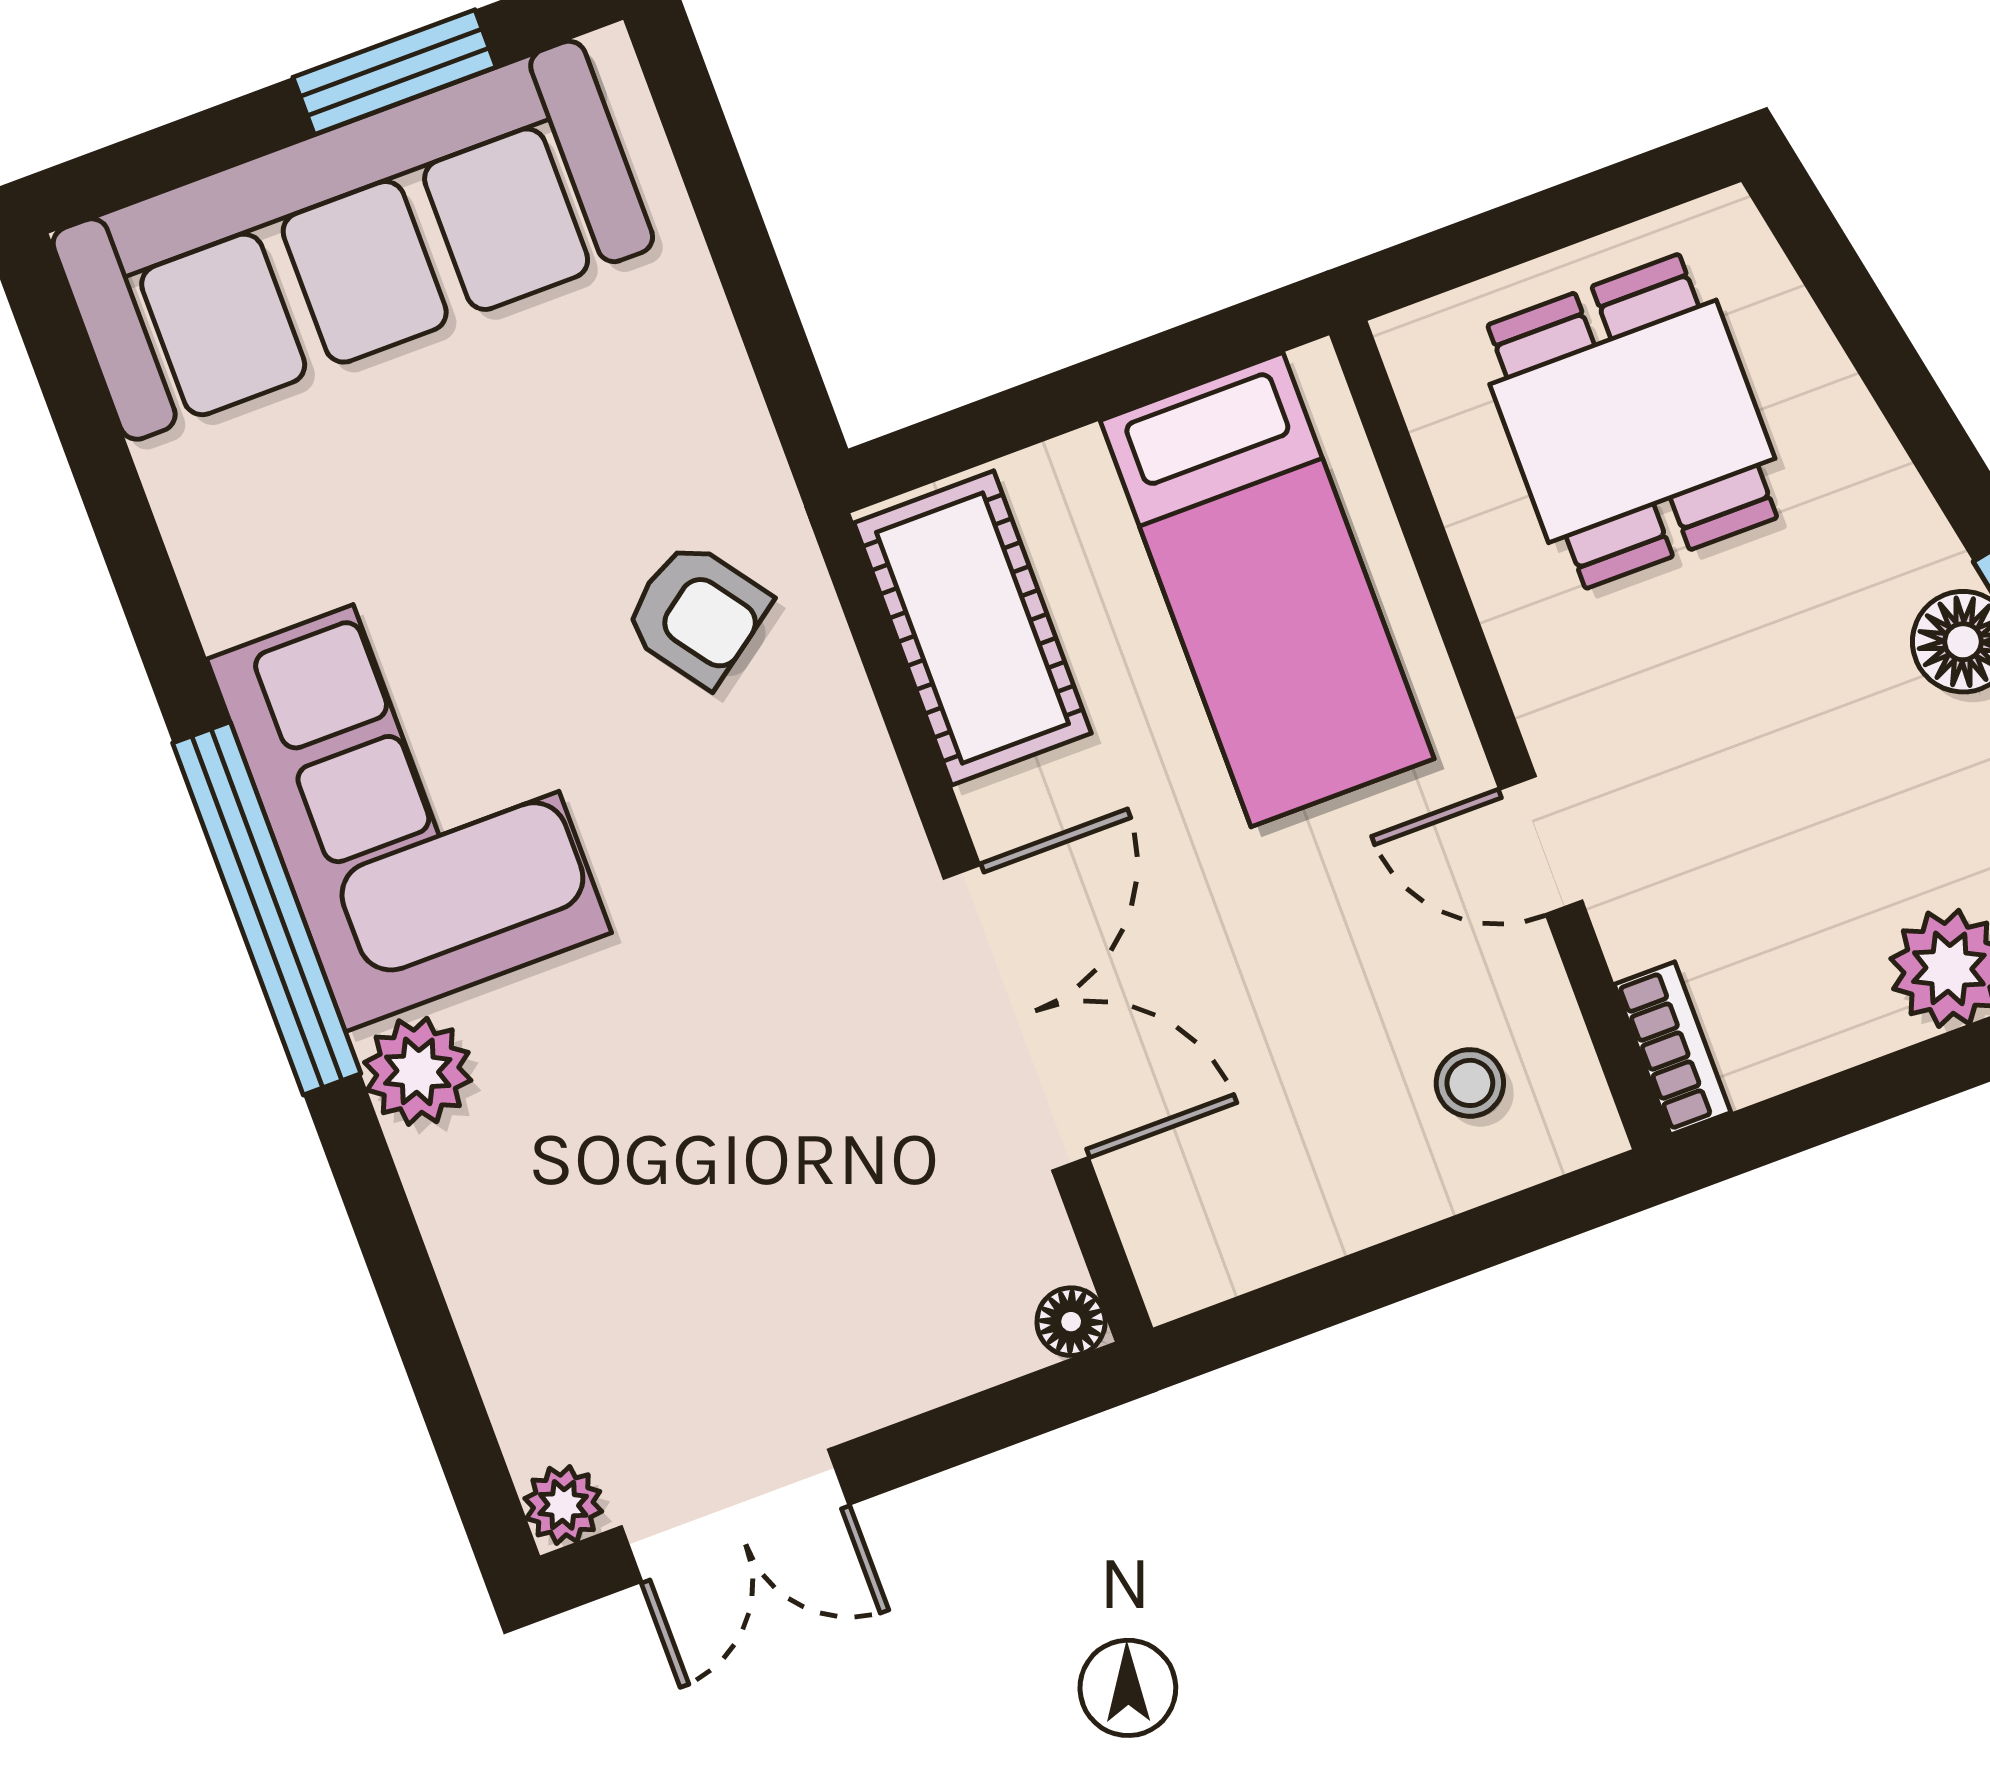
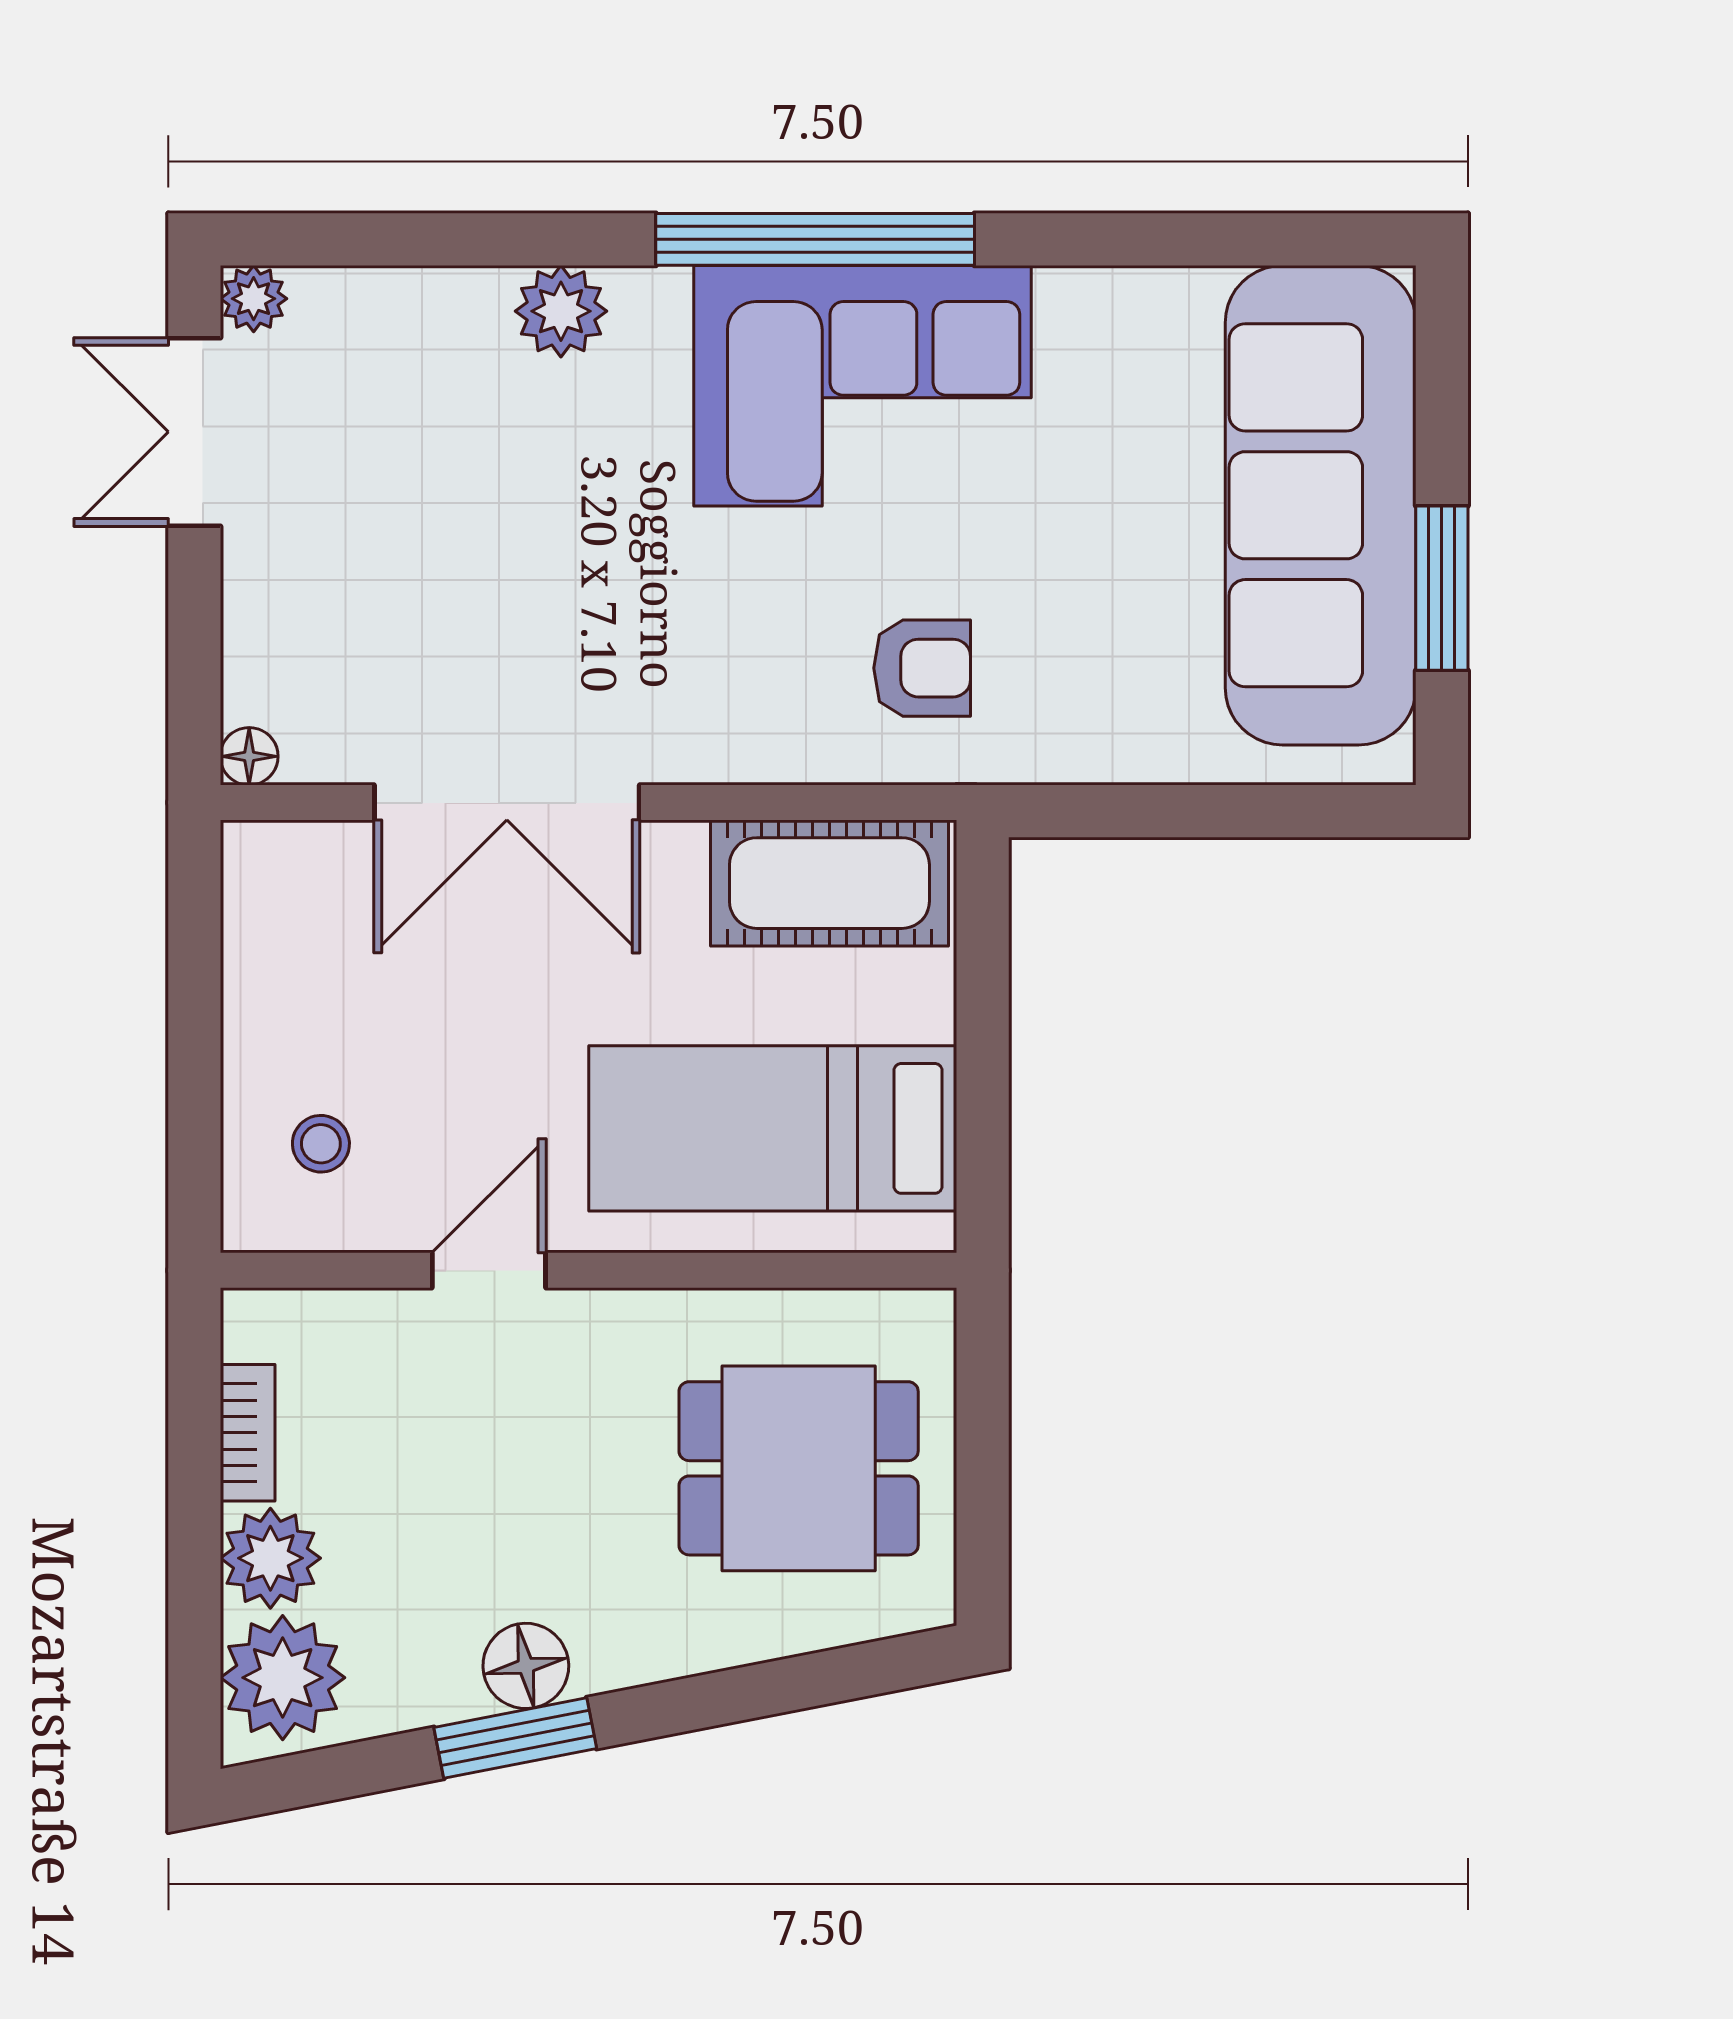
armchair: (697, 614) -> (922, 668), turned -144
bookcase: (1672, 1048) -> (248, 1433), moved, turned -90
plant: (418, 1071) -> (561, 311), moved

